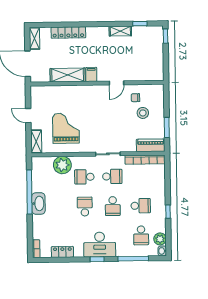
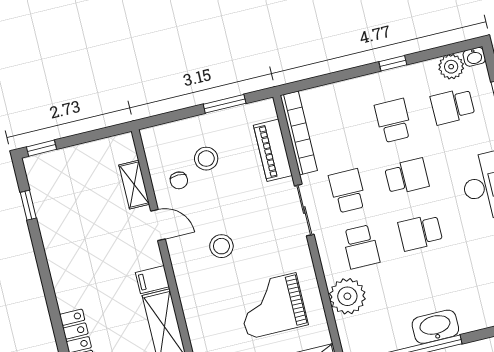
shelving: (120, 31) -> (134, 185), moved
stool: (100, 111) -> (221, 246), added
piano: (151, 145) -> (273, 150), moved
school desk: (141, 235) -> (453, 106), turned 180

